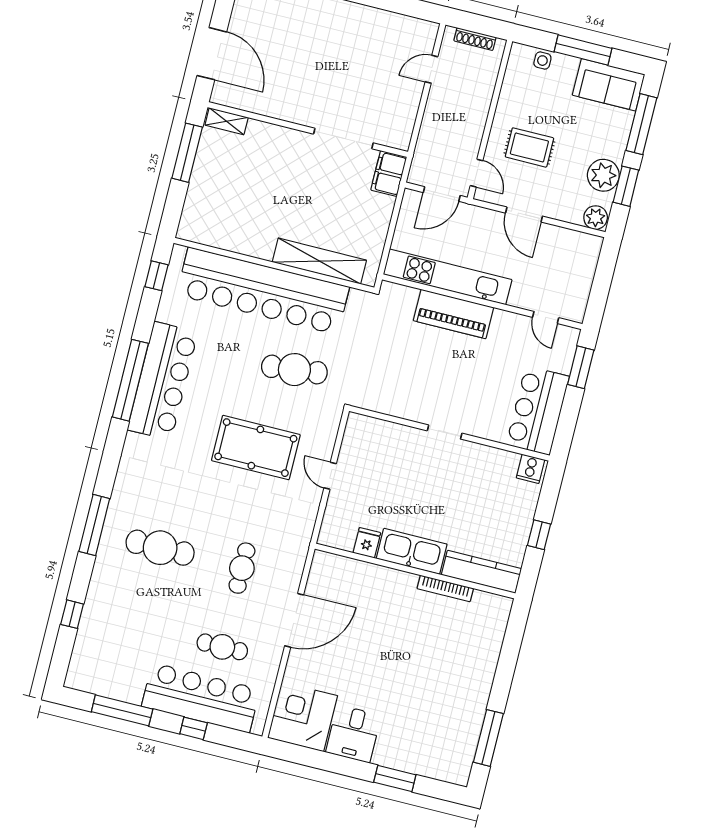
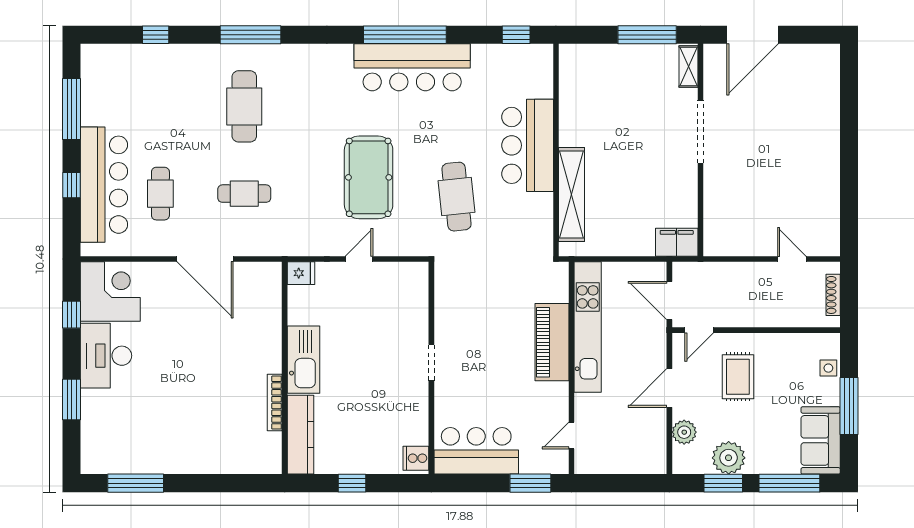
doorway: (343, 138) -> (700, 132), moved
plant: (596, 218) -> (684, 432), moved
bar counter: (263, 291) -> (528, 145), width x0.54
fridge: (367, 543) -> (301, 273), moved
desk: (353, 734) -> (106, 356), width x1.37
window: (315, 759) -> (72, 315), added

